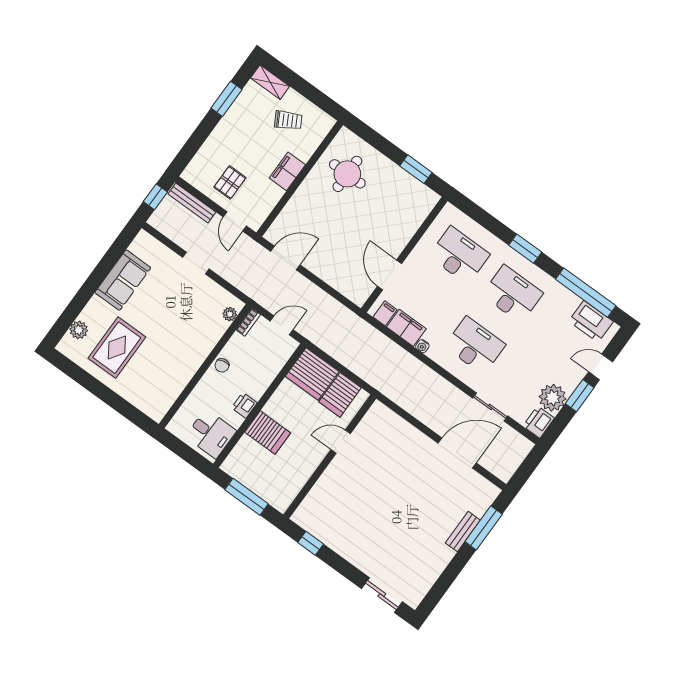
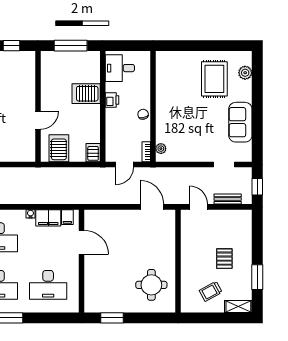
filing cabinet: (287, 171) -> (189, 260), removed
pallet: (230, 182) -> (224, 259), moved
bench: (192, 203) -> (228, 199), width x0.73
door: (285, 258) -> (152, 207), swing flipped
doorway: (196, 263) -> (224, 165), moved
server rack: (312, 374) -> (93, 153), width x0.46, depth x0.70

